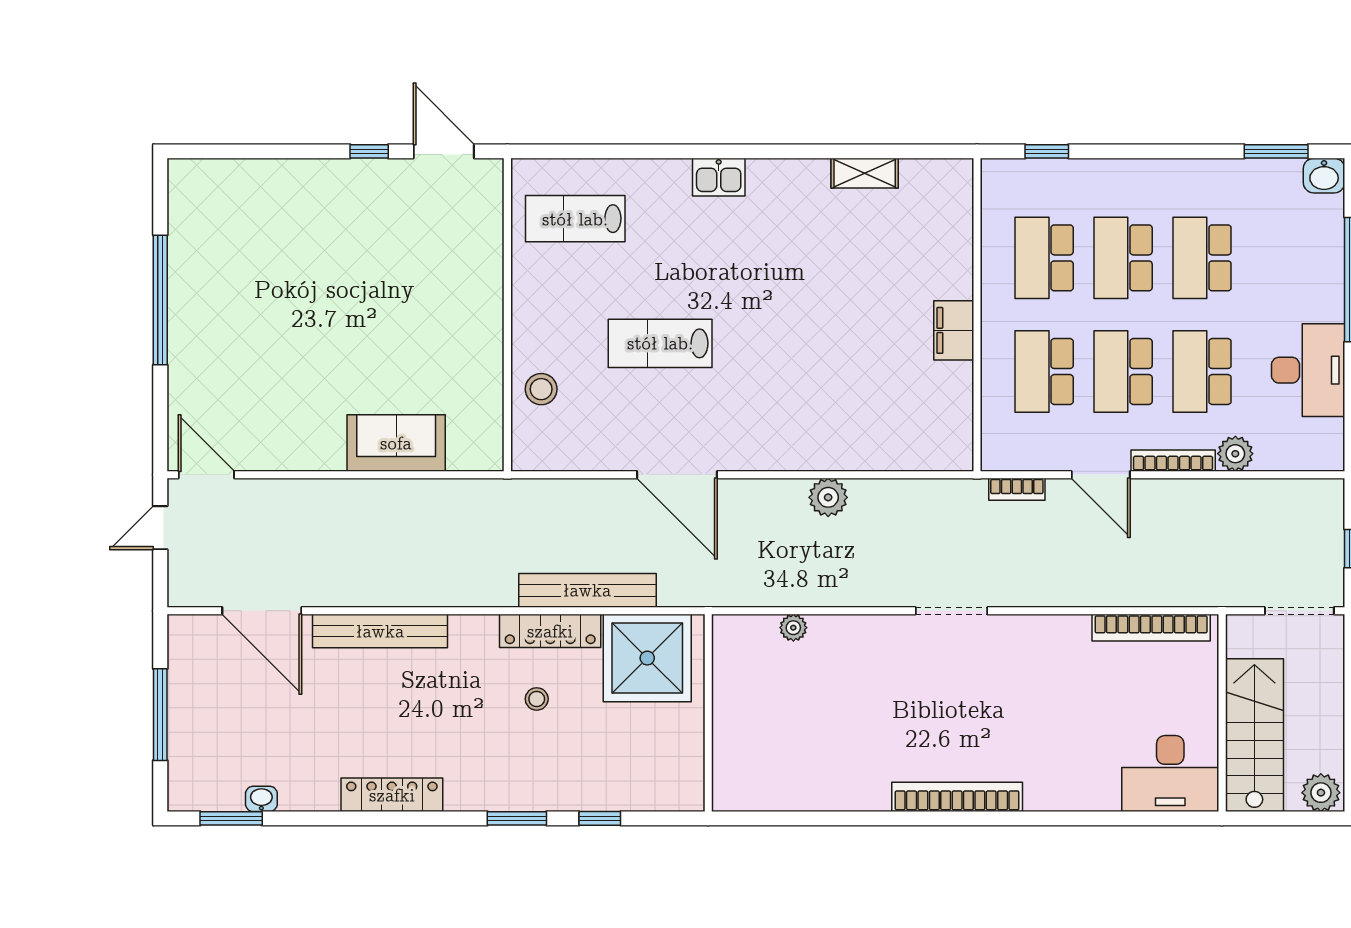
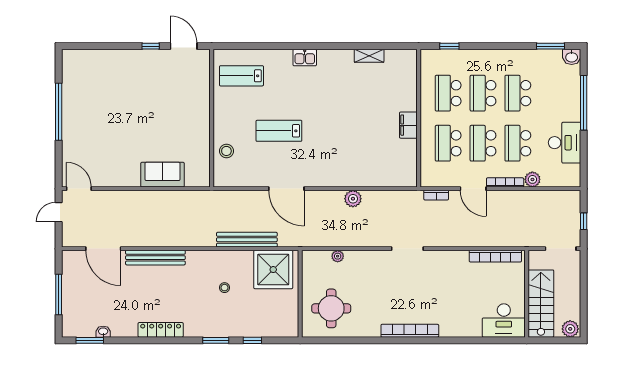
locker: (550, 631) -> (230, 258), removed
round table: (779, 746) -> (331, 308), added

